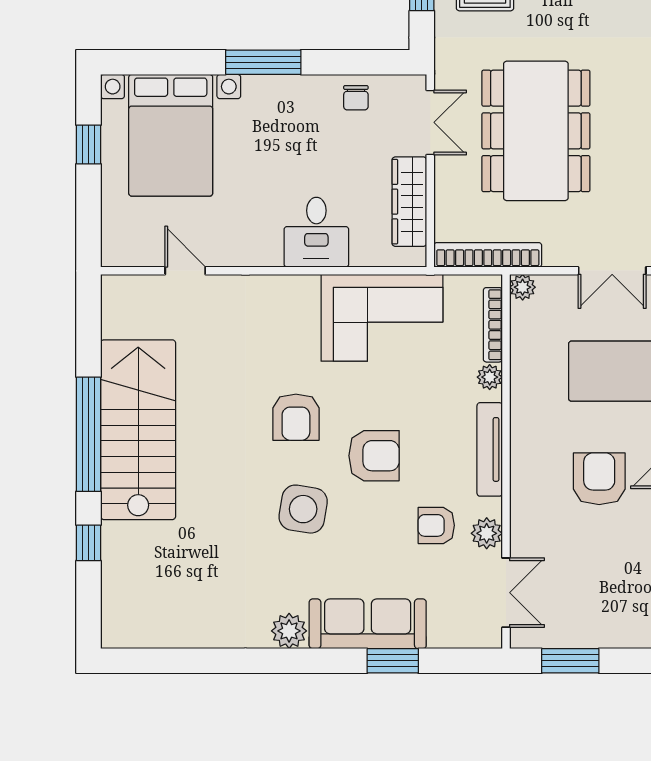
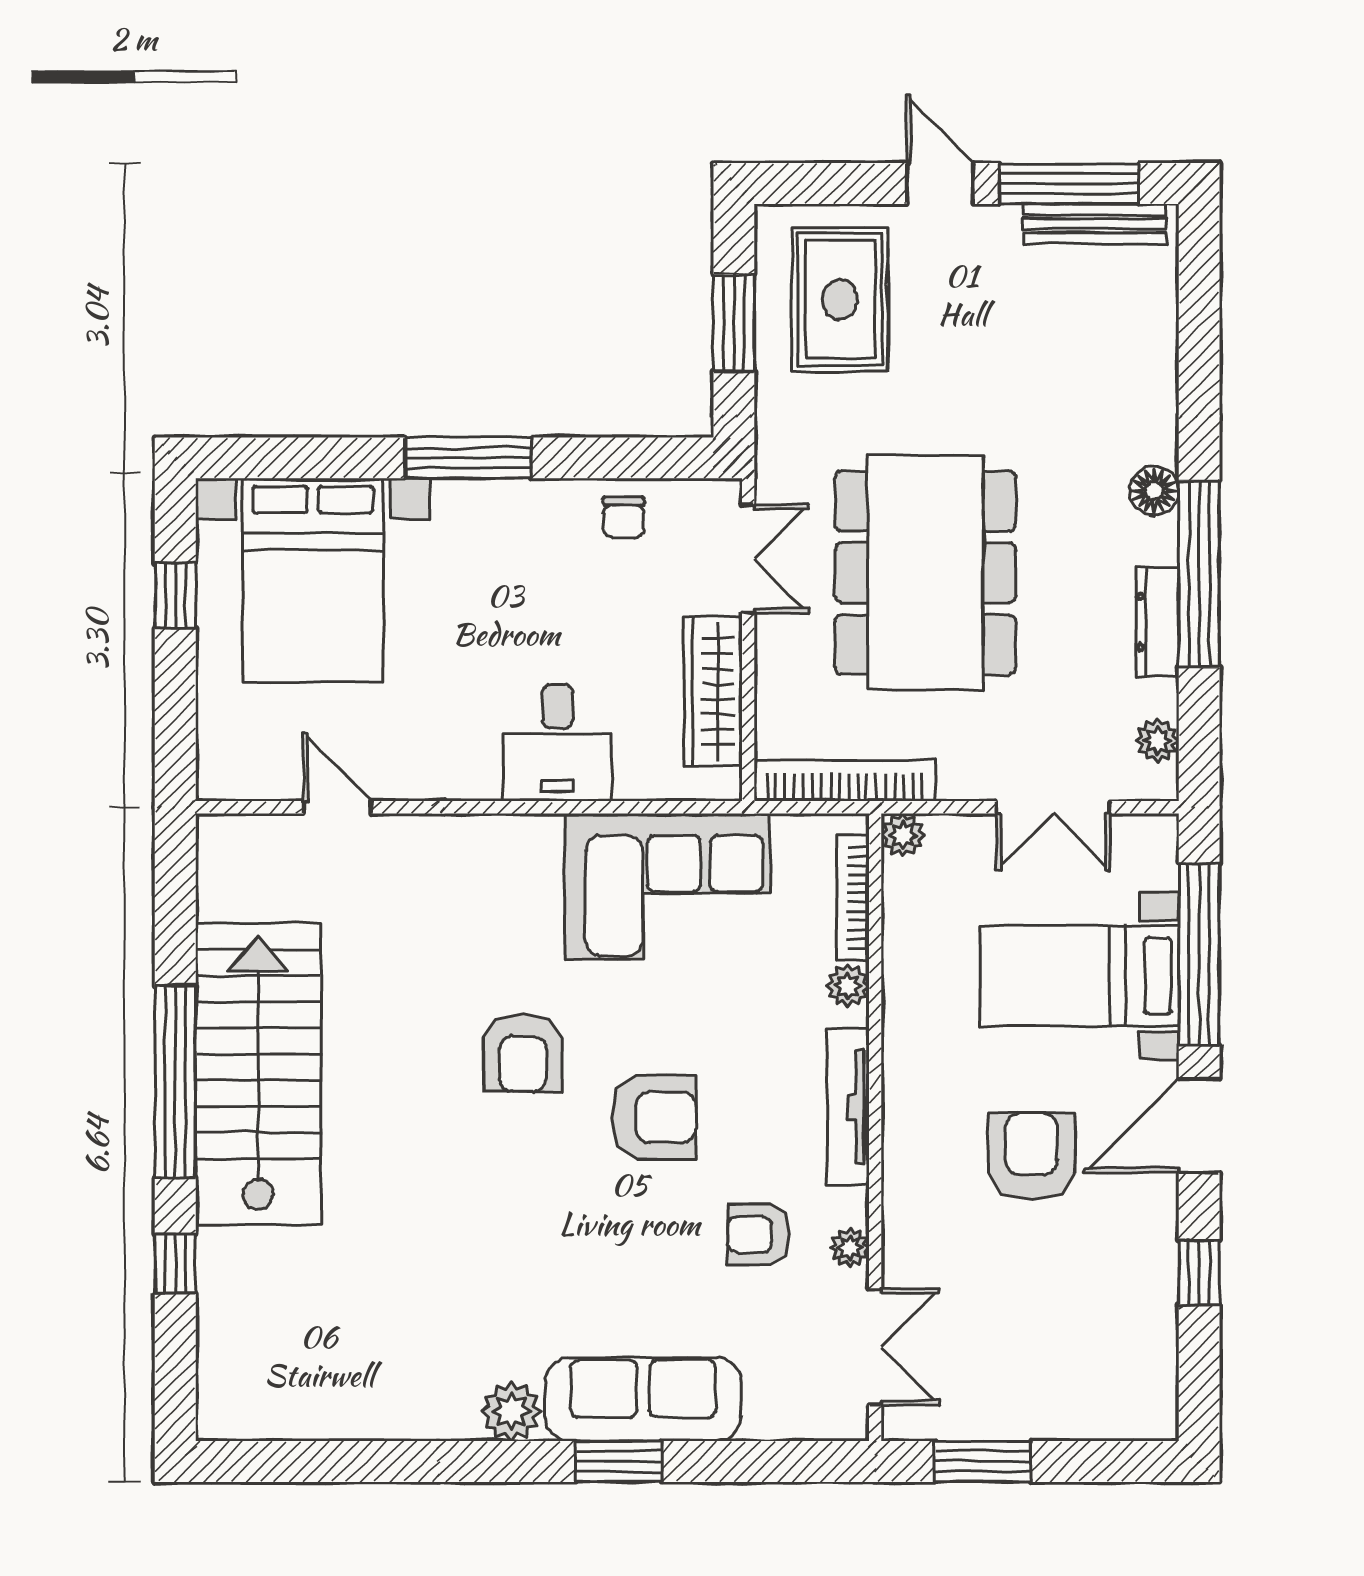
side table: (303, 509) -> (535, 1207), removed
plant: (487, 533) -> (850, 1248), width x0.73, depth x0.73
window: (393, 661) -> (619, 1461), moved

